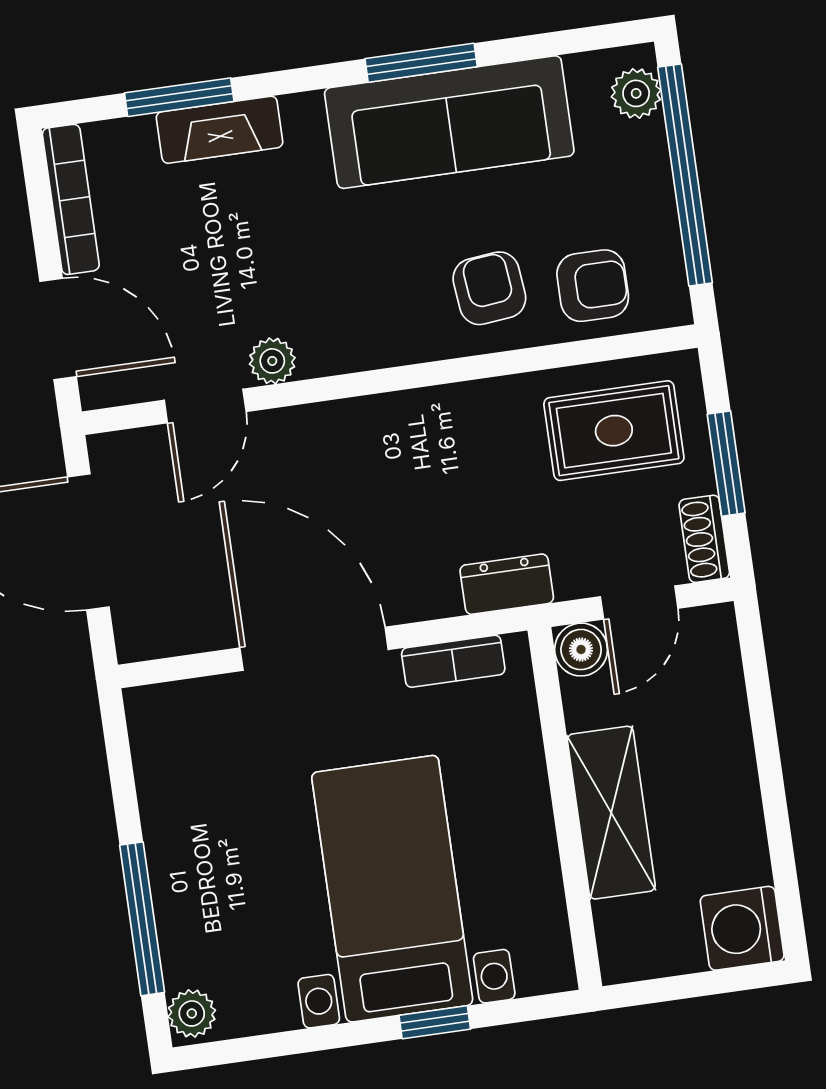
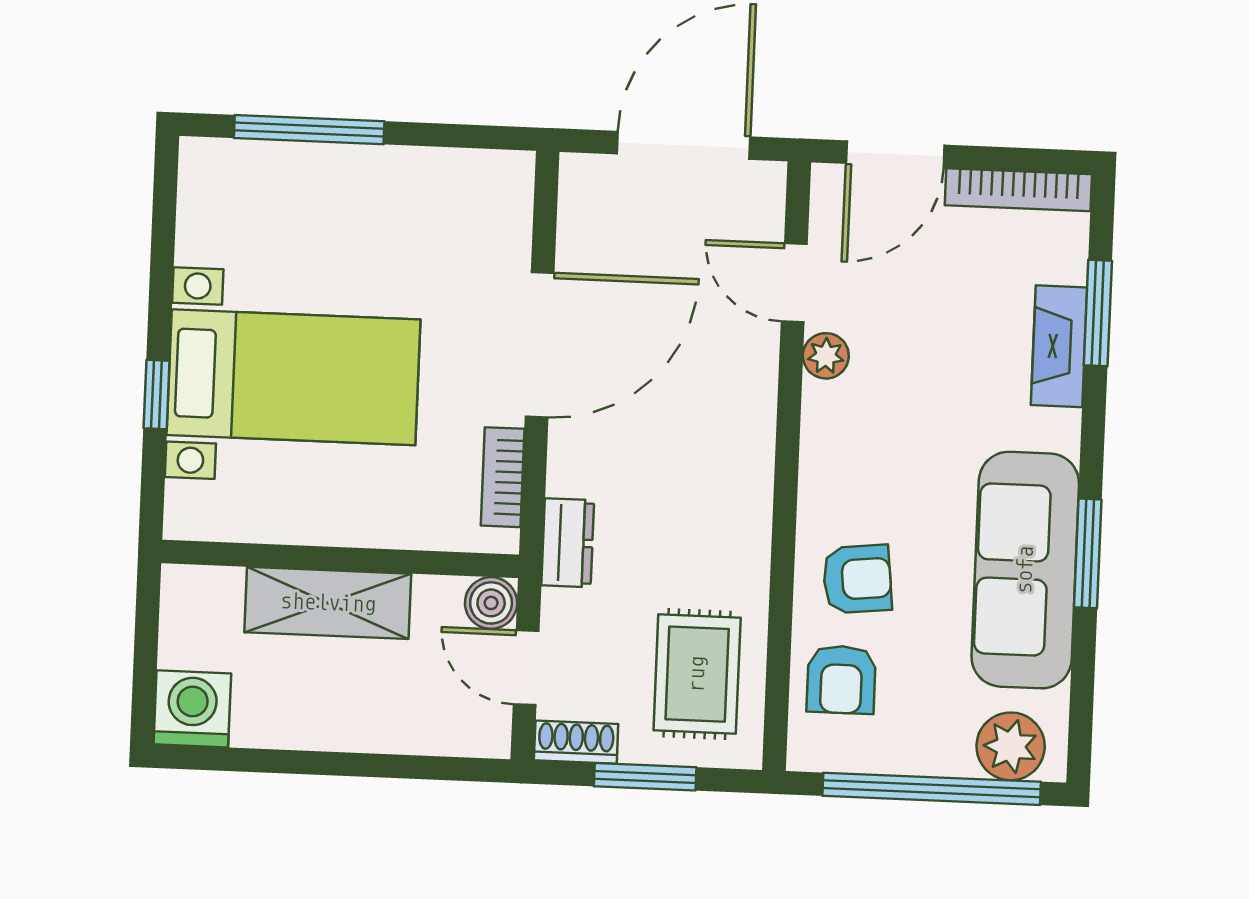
plant: (636, 93) -> (1011, 746), width x1.38, depth x1.38
plant: (192, 1013) -> (209, 161), removed

